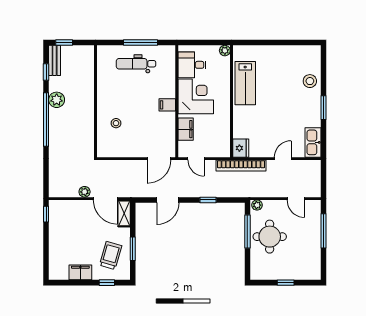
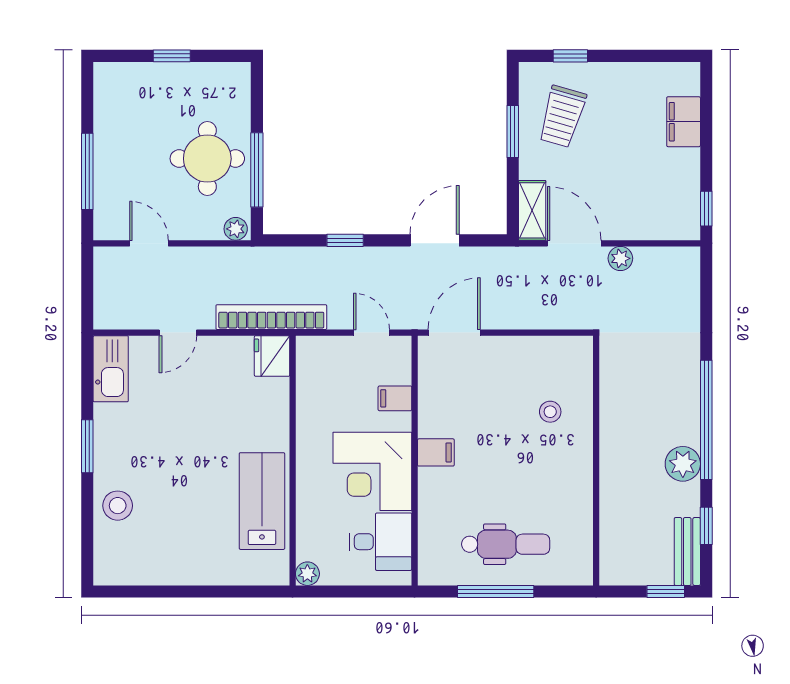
filing cabinet: (186, 129) -> (395, 398), width x0.50
filing cabinet: (80, 272) -> (684, 122), moved, turned 90

